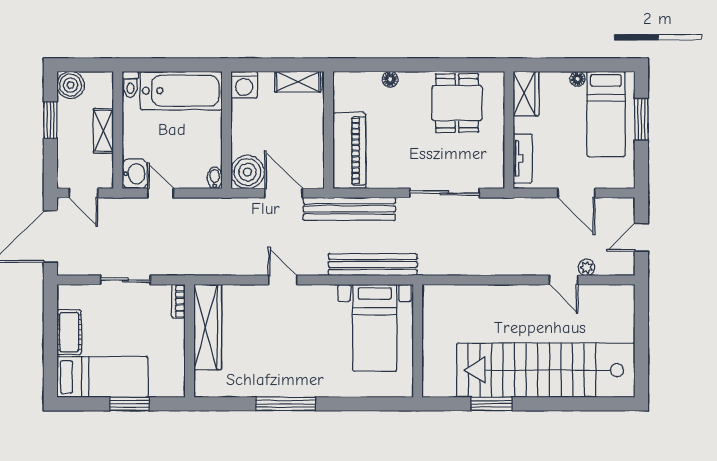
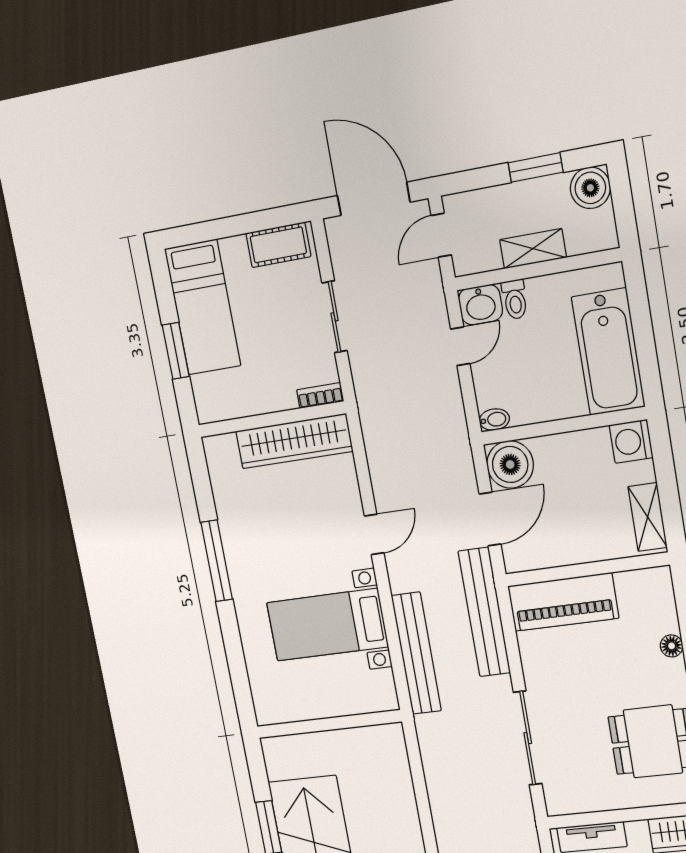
toilet: (130, 84) -> (515, 299), moved, turned -90
bed with nightstands: (375, 328) -> (327, 625), moved
cot: (69, 332) -> (278, 245), moved

